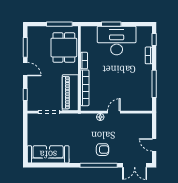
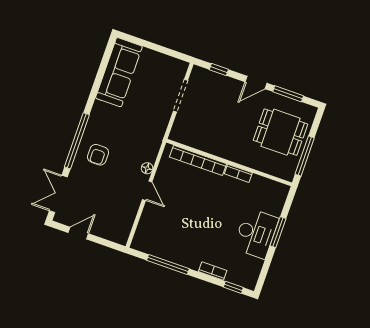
desk: (117, 41) -> (256, 233), width x0.73, depth x0.77
dining table: (64, 48) -> (281, 132), moved
piano: (70, 93) -> (198, 137), removed

